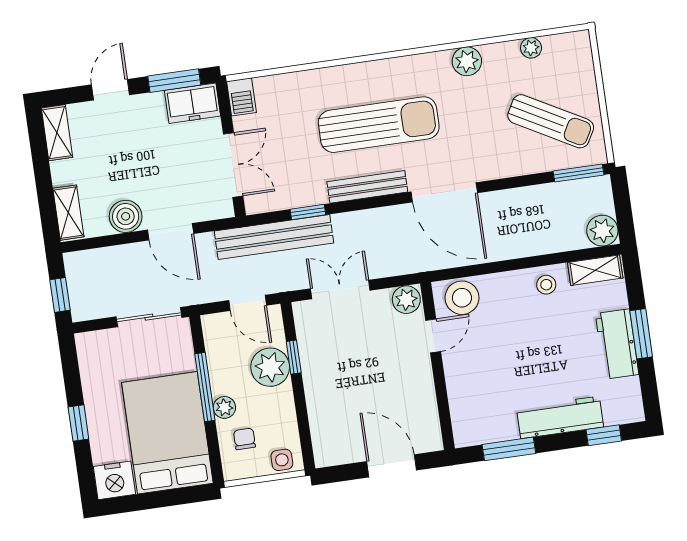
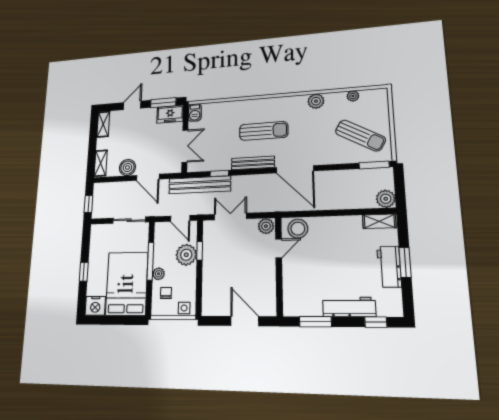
sun lounger: (379, 125) -> (264, 131), width x0.73, depth x0.75
stool: (546, 285) -> (348, 227), removed

